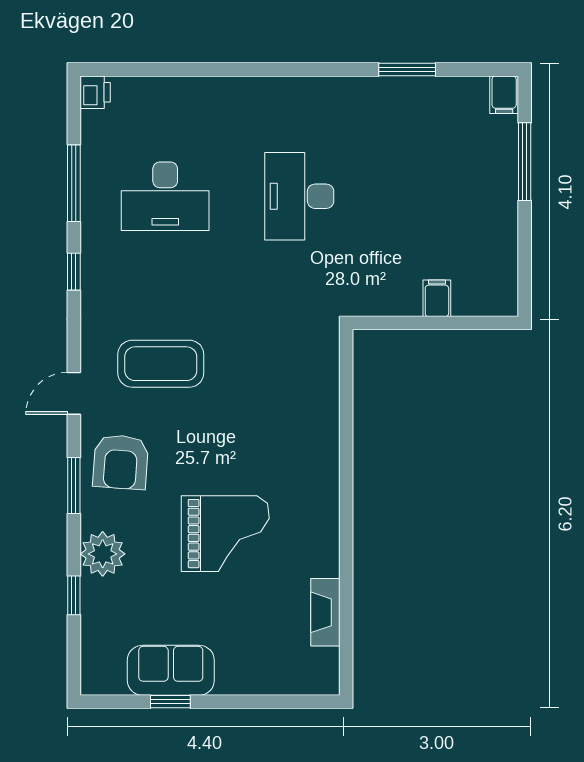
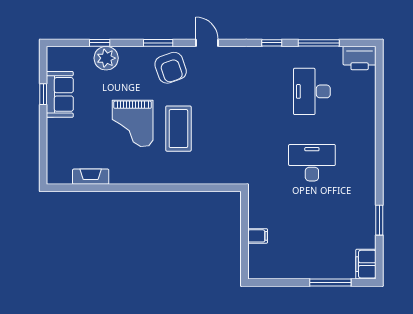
printer: (95, 92) -> (360, 58), width x1.87, depth x1.48
filing cabinet: (504, 95) -> (366, 264), width x2.00
coffee table: (161, 364) -> (178, 129), moved
armchair: (121, 462) -> (171, 68), turned -113
plant: (103, 554) -> (106, 58), moved

